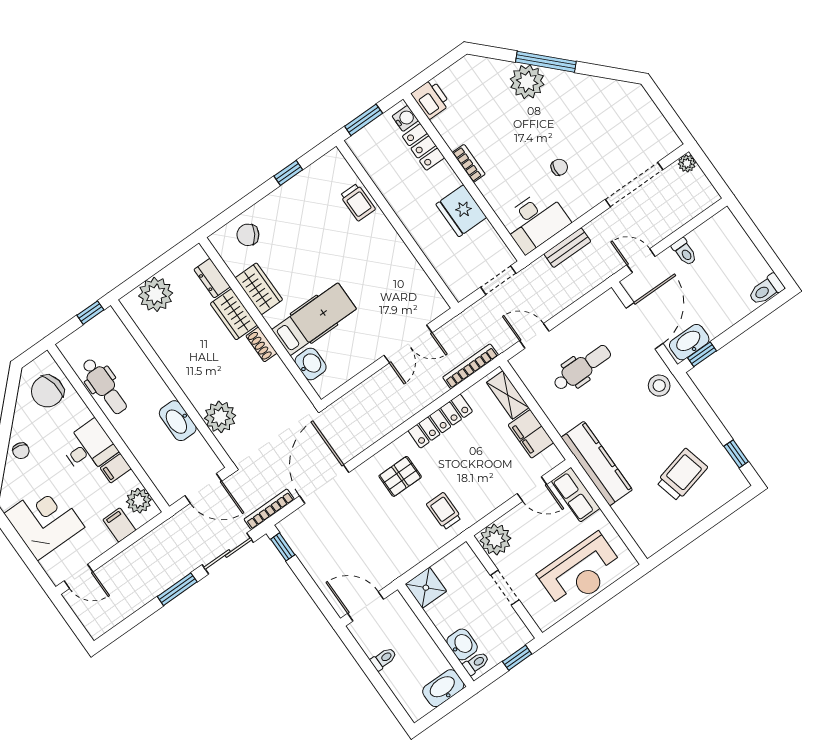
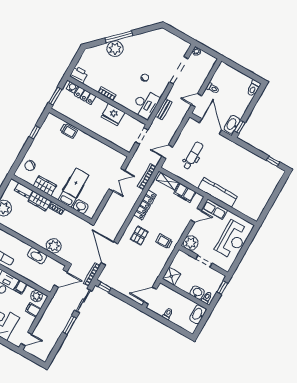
stool: (659, 386) -> (228, 148), removed
trolley: (682, 475) -> (255, 180), removed

